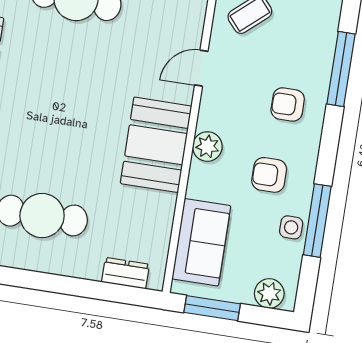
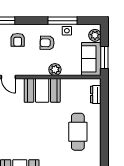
plant: (207, 147) -> (55, 70), moved
armchair: (269, 175) -> (47, 43), turned 92
sofa: (201, 242) -> (91, 59), moved, turned -90

